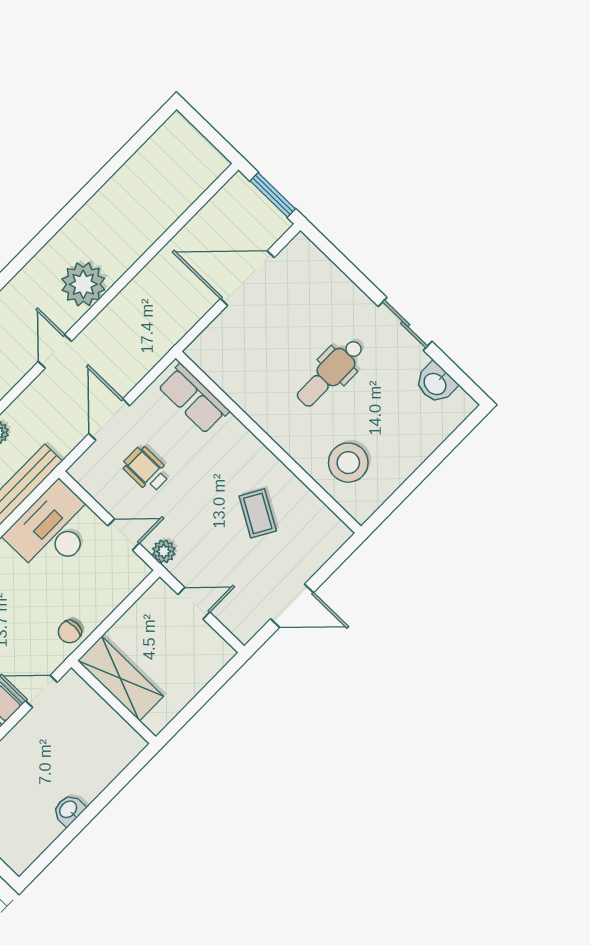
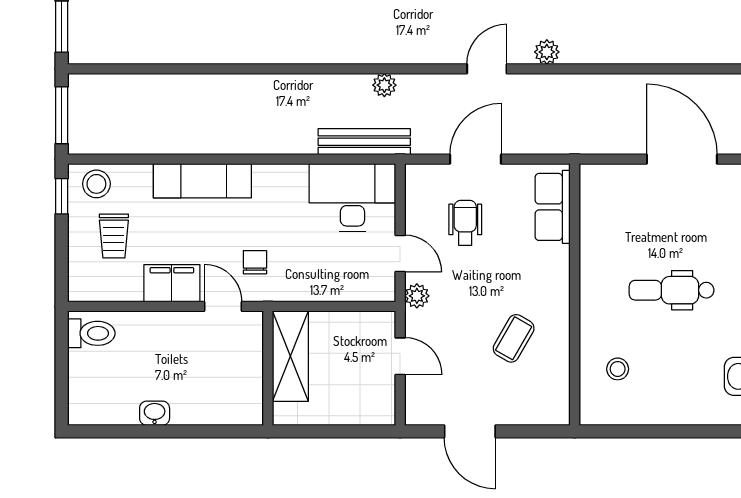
plant: (83, 284) -> (547, 52), width x0.53, depth x0.53
stool: (348, 463) -> (618, 369), width x0.53, depth x0.53
chair: (70, 632) -> (255, 262), moved, turned 90

